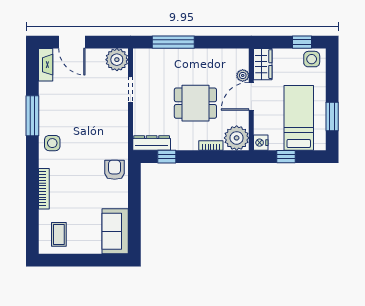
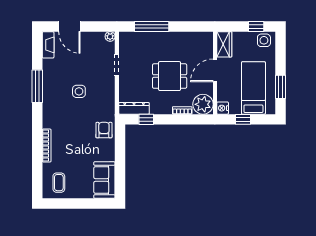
plant: (117, 60) -> (110, 36), width x0.53, depth x0.53
plant: (243, 75) -> (208, 54), removed
side table: (52, 143) -> (79, 91), moved

